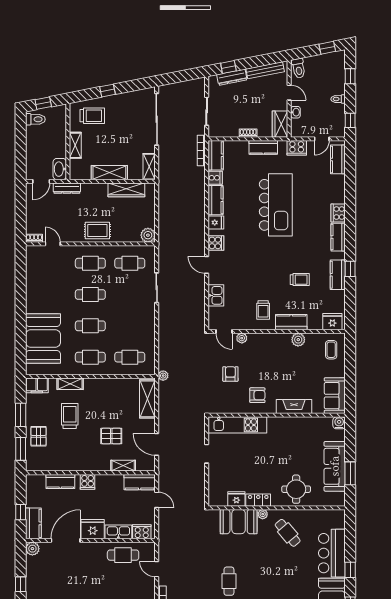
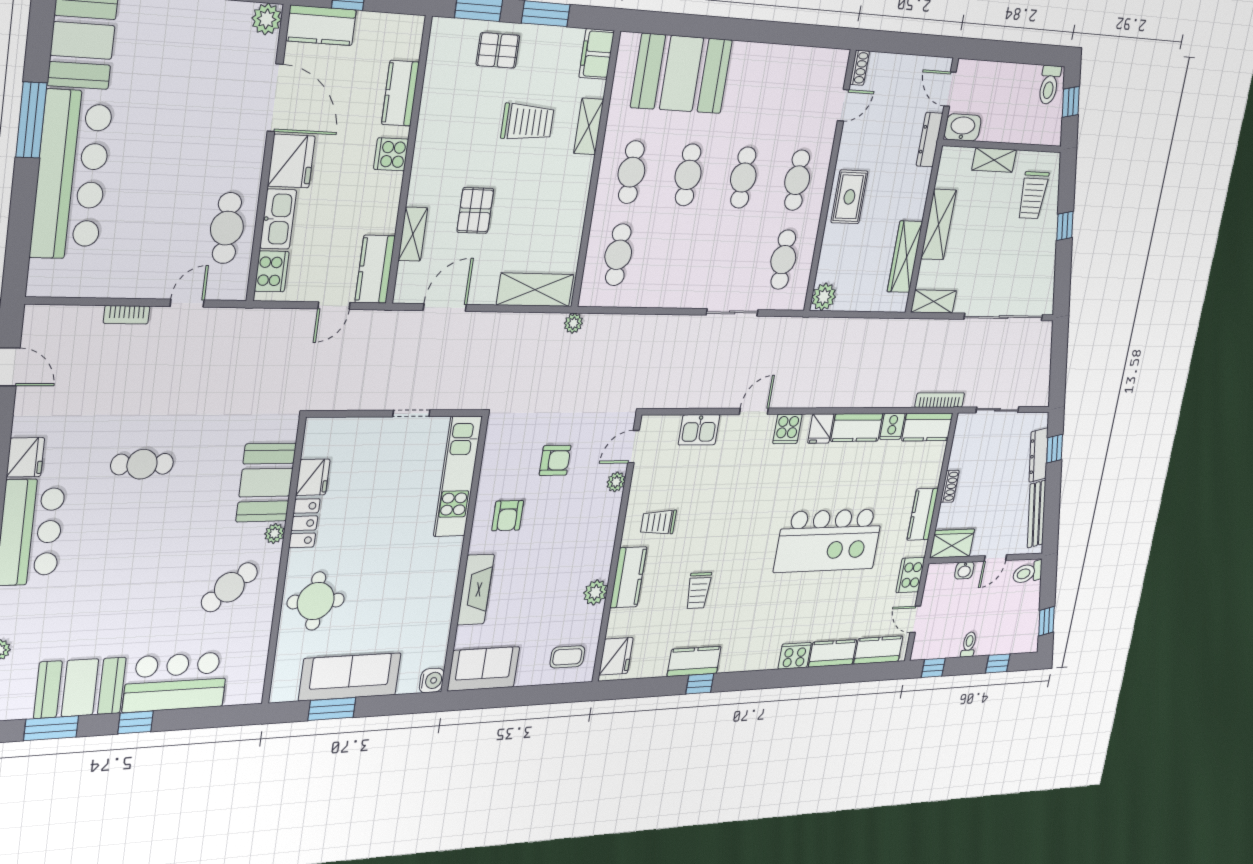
kitchen counter: (338, 237) -> (833, 653), moved

